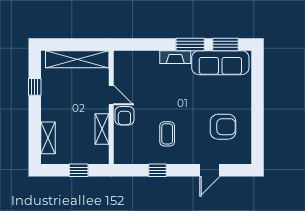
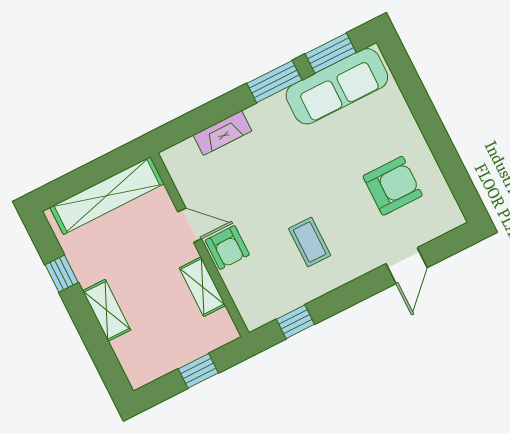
fireplace: (175, 57) -> (222, 133), moved
shelving: (48, 138) -> (107, 310), moved
window: (157, 170) -> (295, 322), moved

